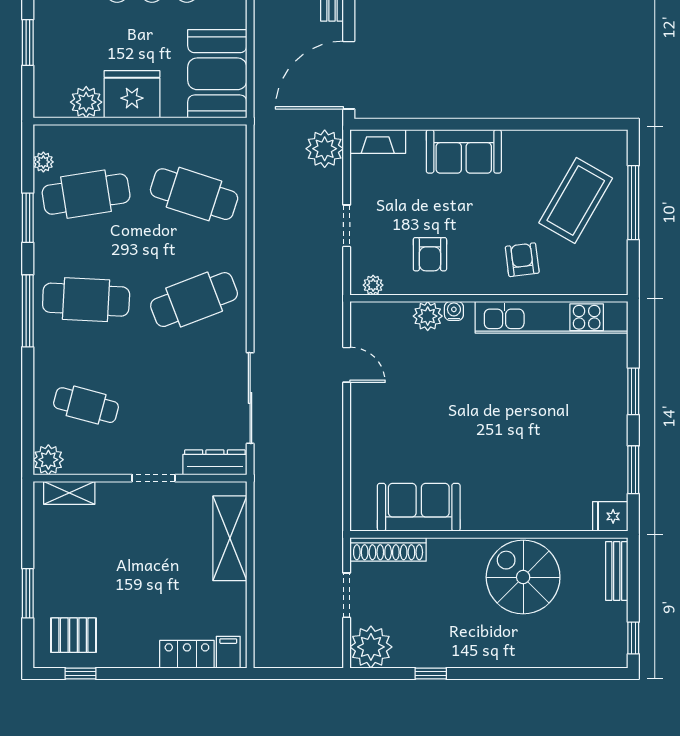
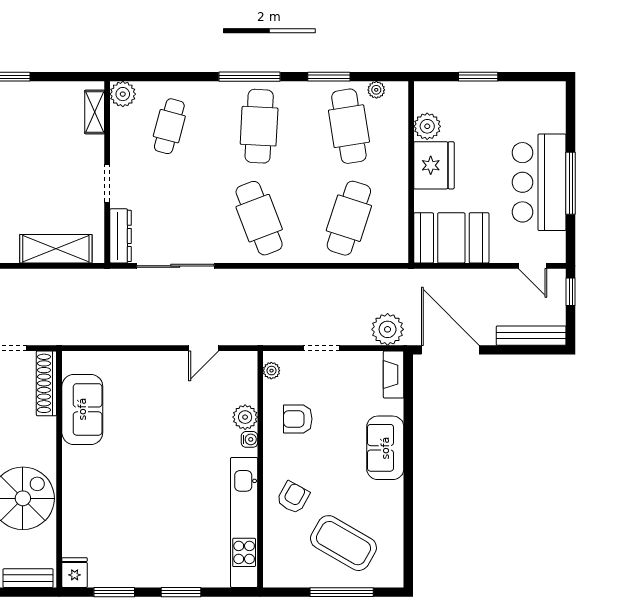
armchair: (522, 260) -> (293, 498), turned -54

